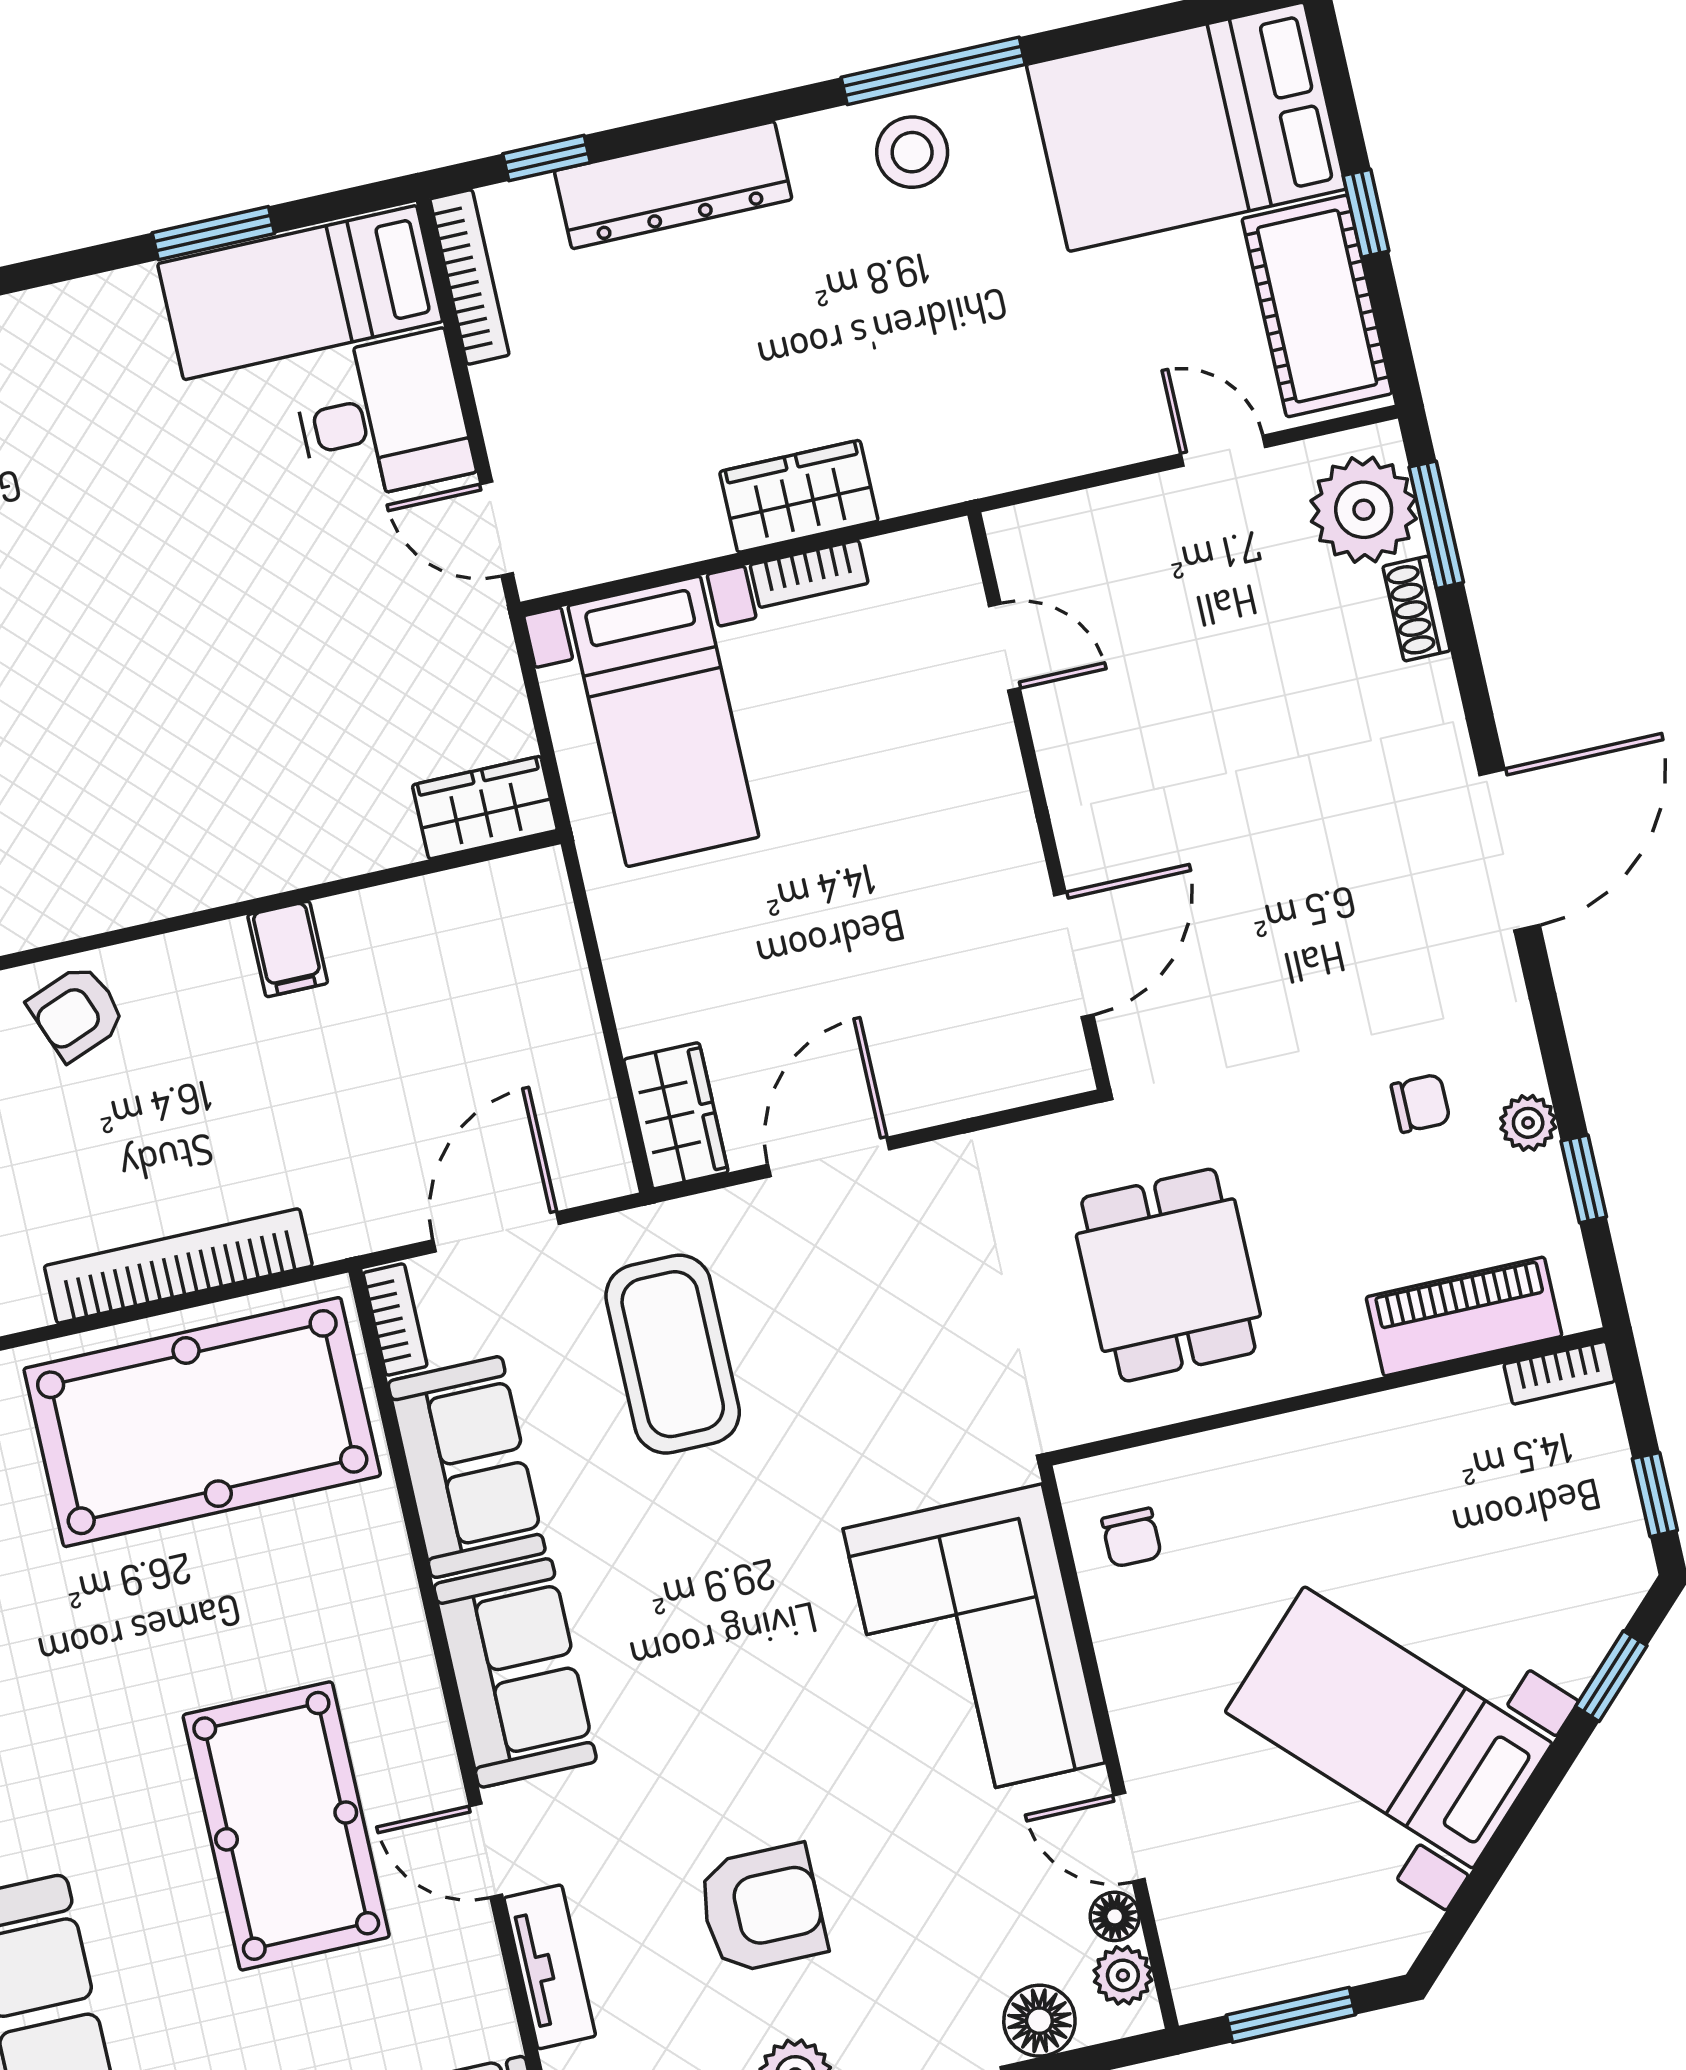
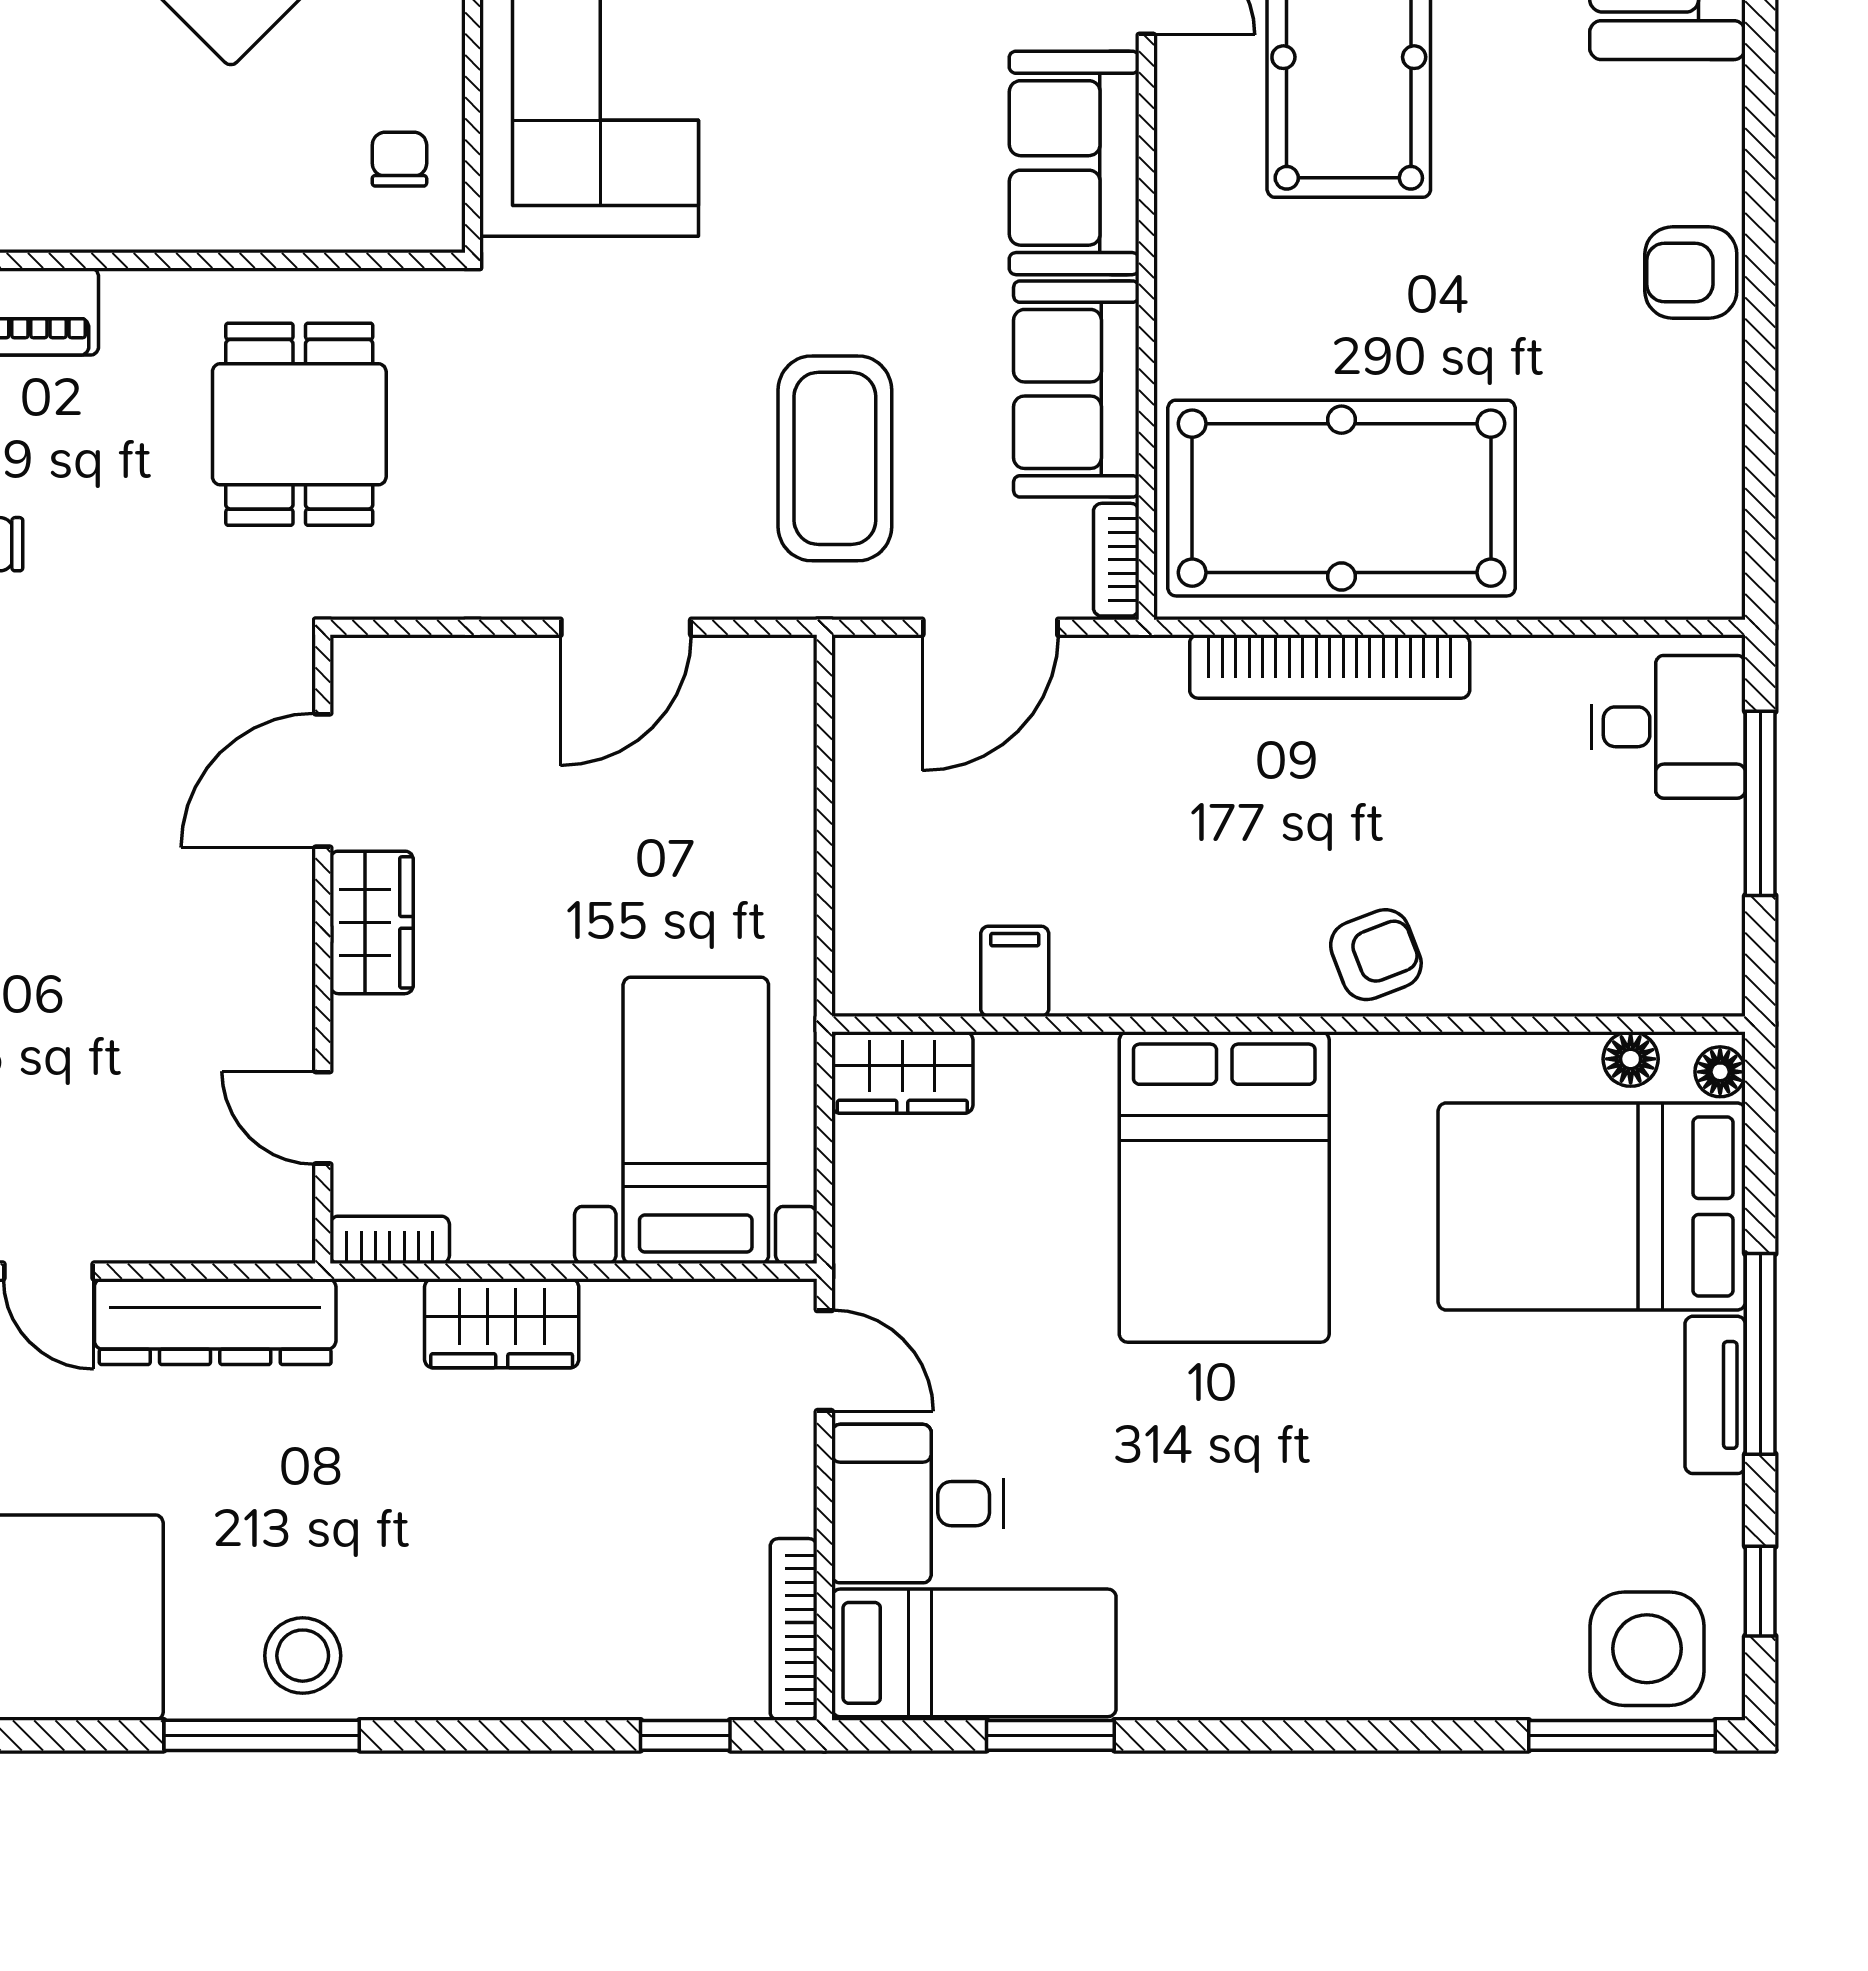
dresser: (673, 185) -> (215, 1322), moved, turned 180
bookcase: (809, 574) -> (390, 1240), moved
bed: (168, 769) -> (1224, 1187), added
filing cabinet: (288, 949) -> (1015, 971), moved
wardrobe: (676, 1116) -> (372, 922), moved, turned 180

